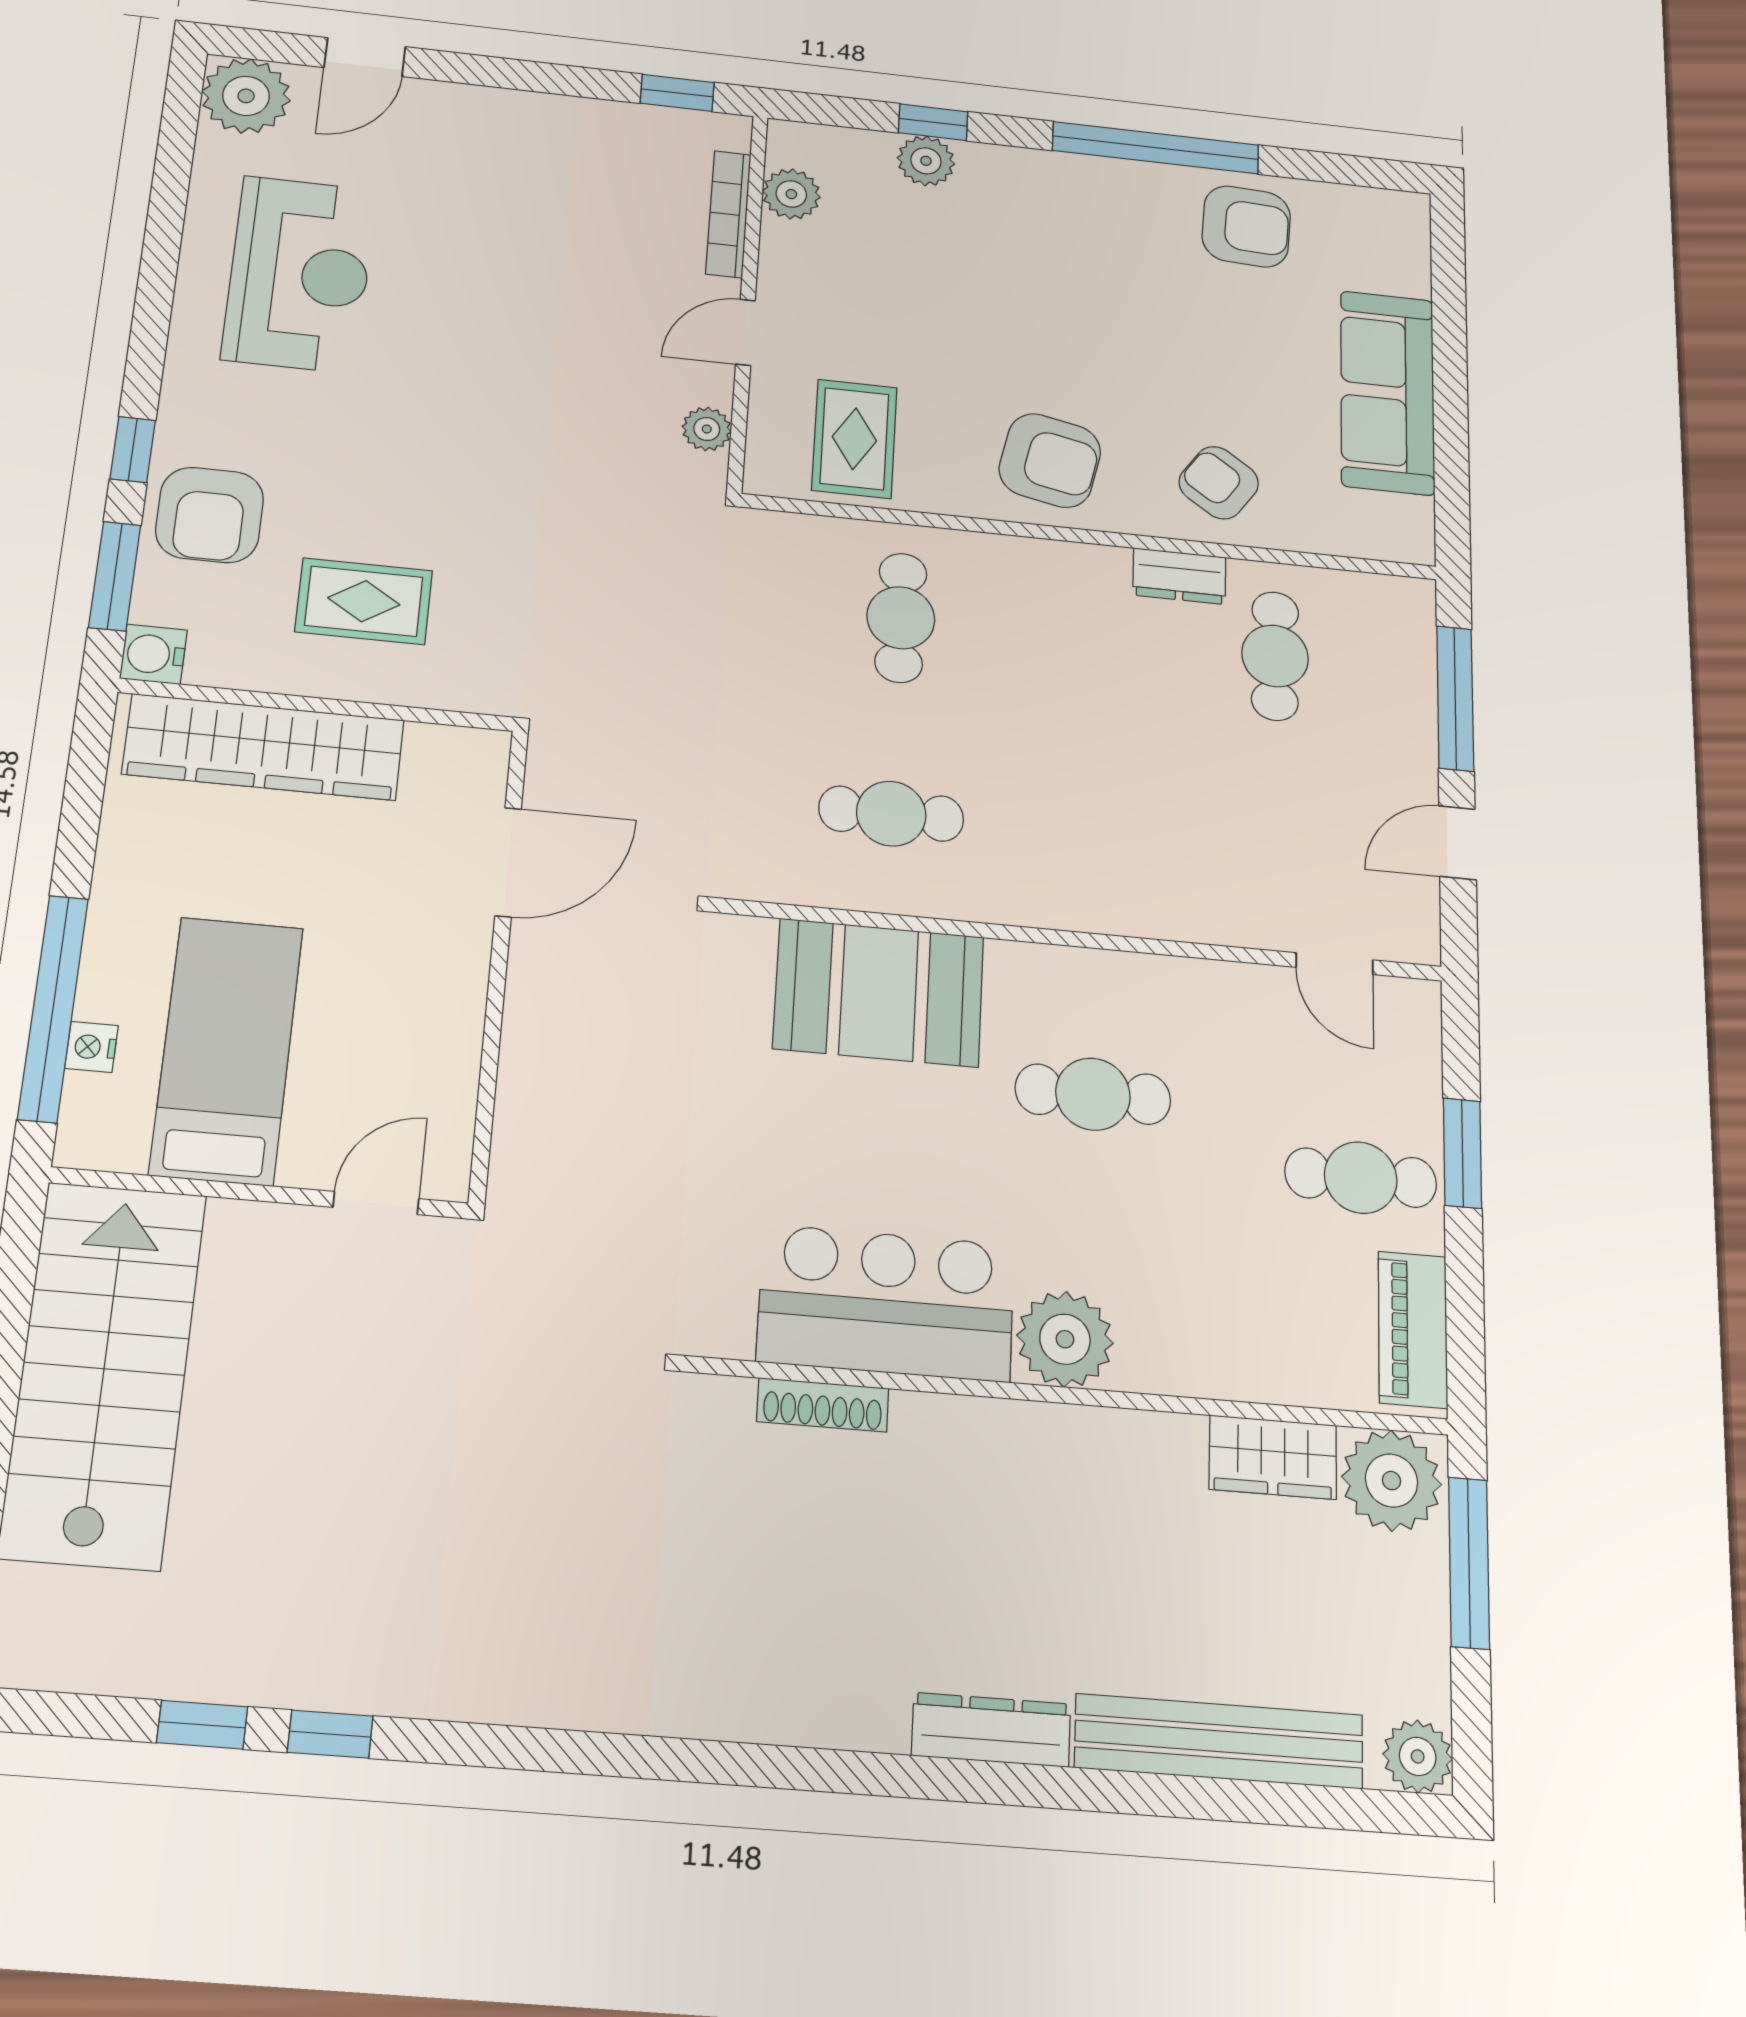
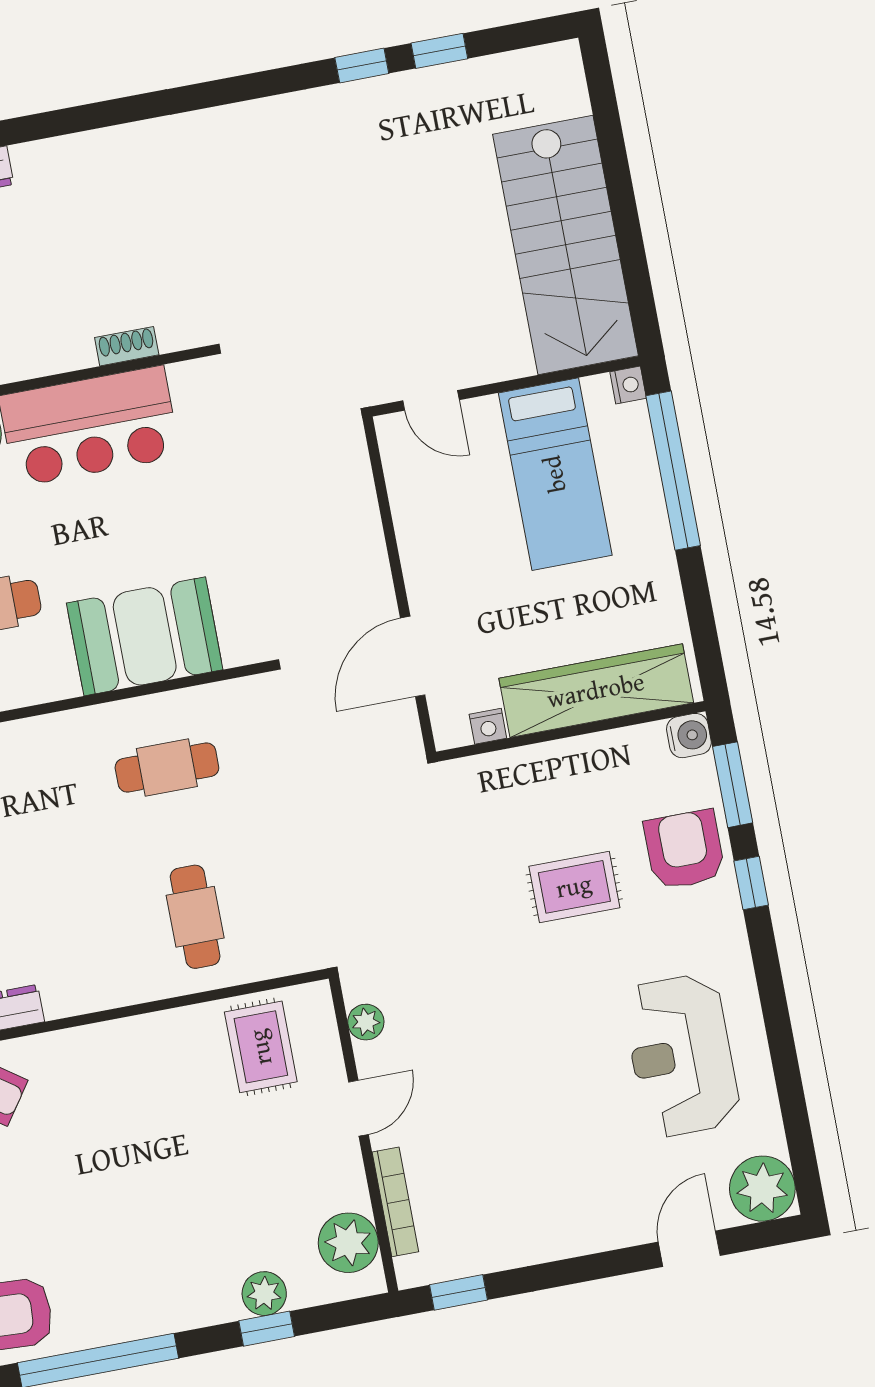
plant: (791, 194) -> (348, 1243), width x1.36, depth x1.36
armchair: (1050, 460) -> (119, 1073), removed
rug: (364, 601) -> (574, 887), moved
nightstand: (430, 743) -> (488, 726), added
nightstand: (91, 1047) -> (628, 385), moved
door: (376, 1203) -> (431, 400), hinge flipped
shoe rack: (823, 1405) -> (127, 346), width x0.70

